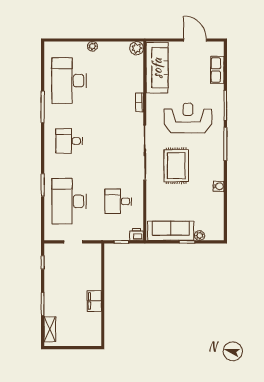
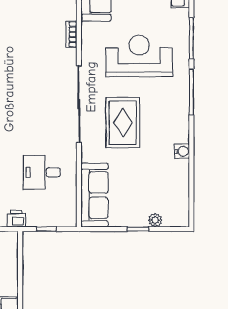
sofa: (171, 231) -> (94, 195), moved, turned 90
printer: (136, 234) -> (16, 219), moved

